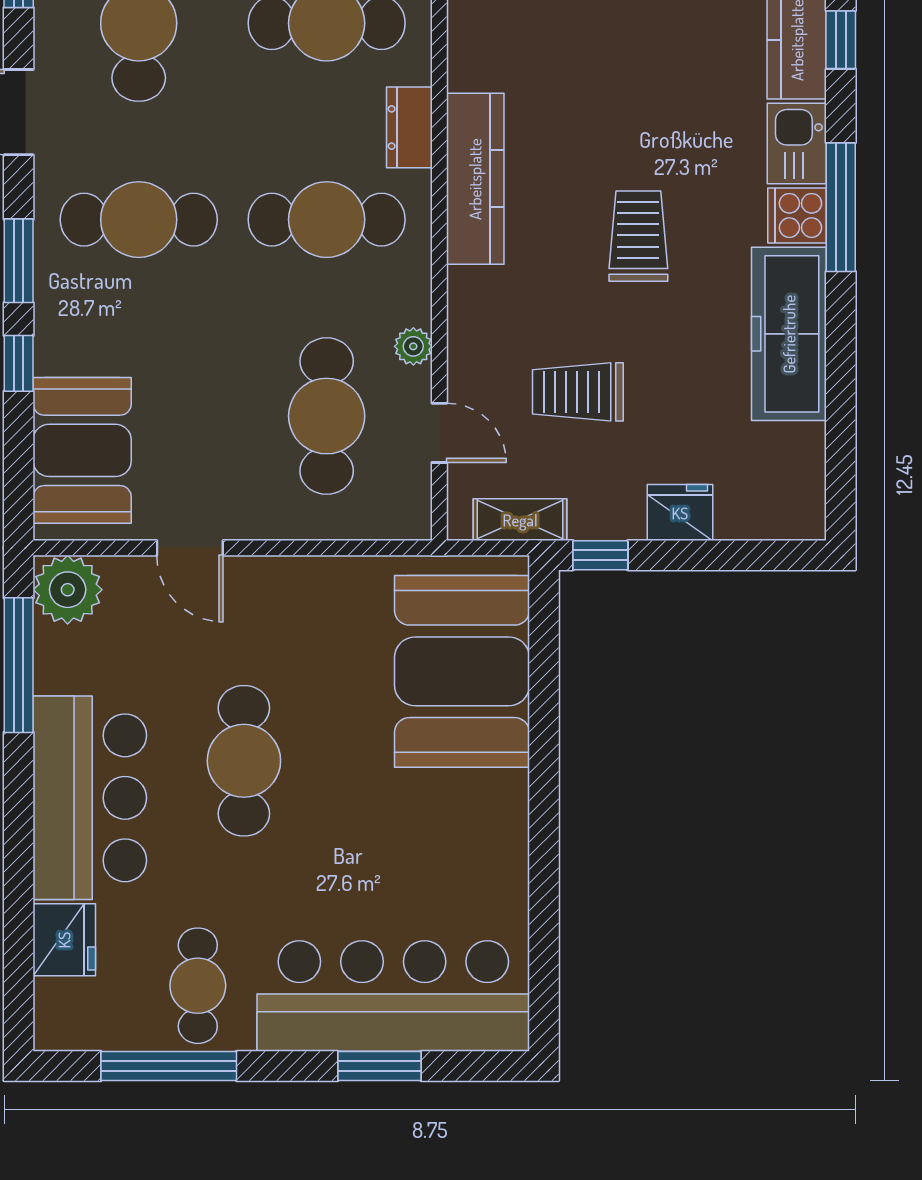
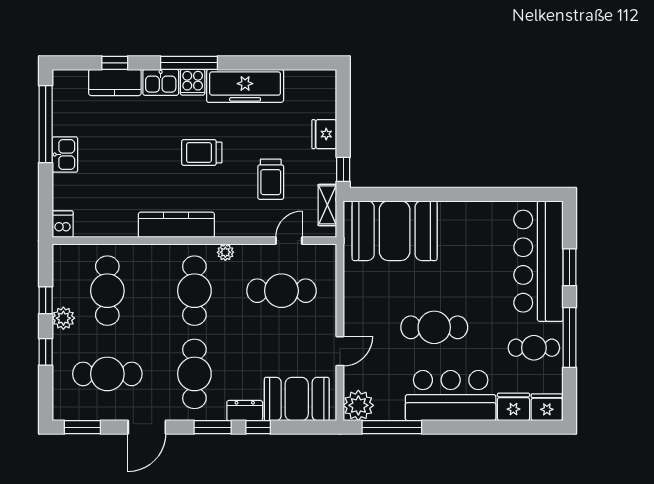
dresser: (409, 127) -> (245, 411), moved, turned 180
plant: (413, 346) -> (225, 252), moved
fridge: (64, 1015) -> (547, 407), added
window: (169, 1066) -> (569, 337), moved

